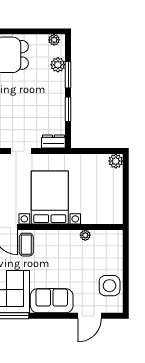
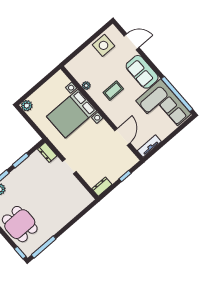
bed with nightstands: (50, 198) -> (72, 114), moved
coffee table: (26, 245) -> (113, 91), moved

